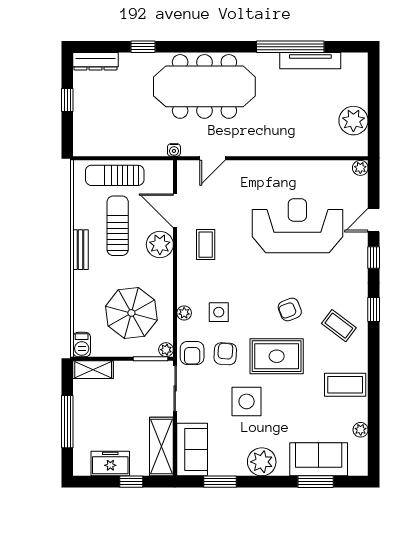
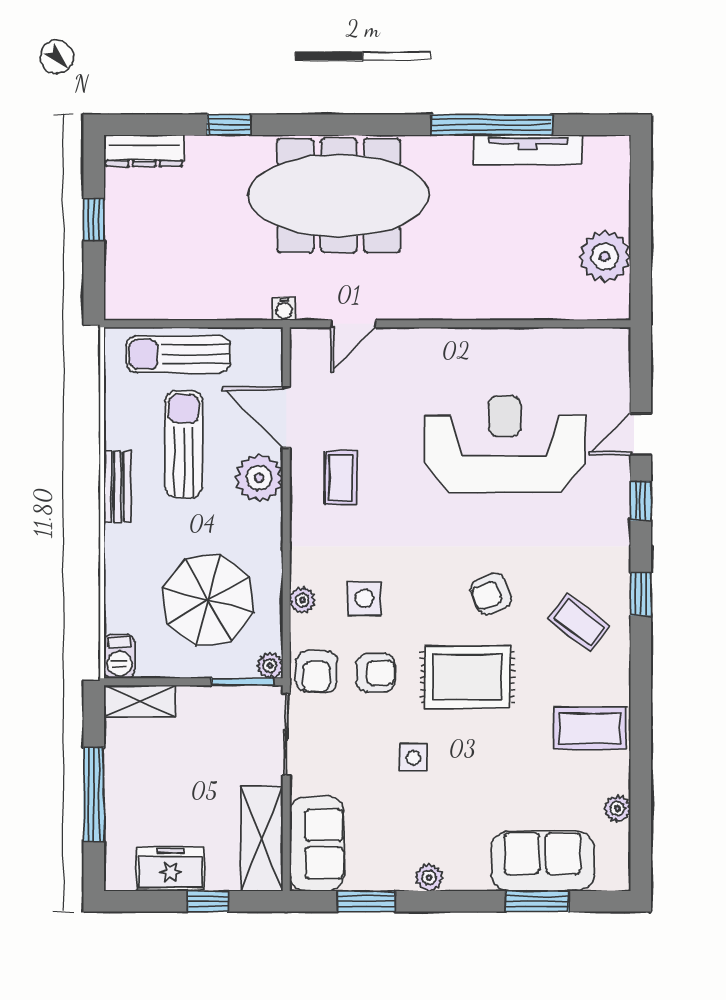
plant: (360, 168) -> (617, 341), removed
armchair: (225, 354) -> (376, 673), turned 86
side table: (247, 401) -> (414, 758), width x0.54, depth x0.54
plant: (262, 462) -> (429, 878), width x0.53, depth x0.53

